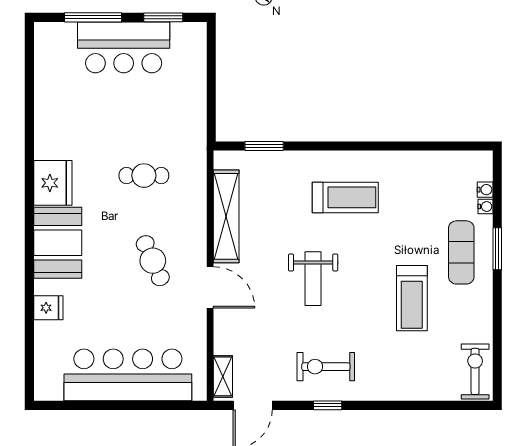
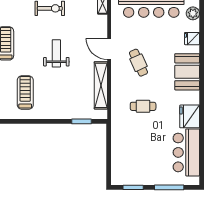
bar counter: (124, 47) -> (186, 152), moved, turned -90
fridge: (53, 183) -> (190, 116), moved
treadmill: (345, 197) -> (25, 92), moved, turned 90
plant: (47, 357) -> (193, 13), added

